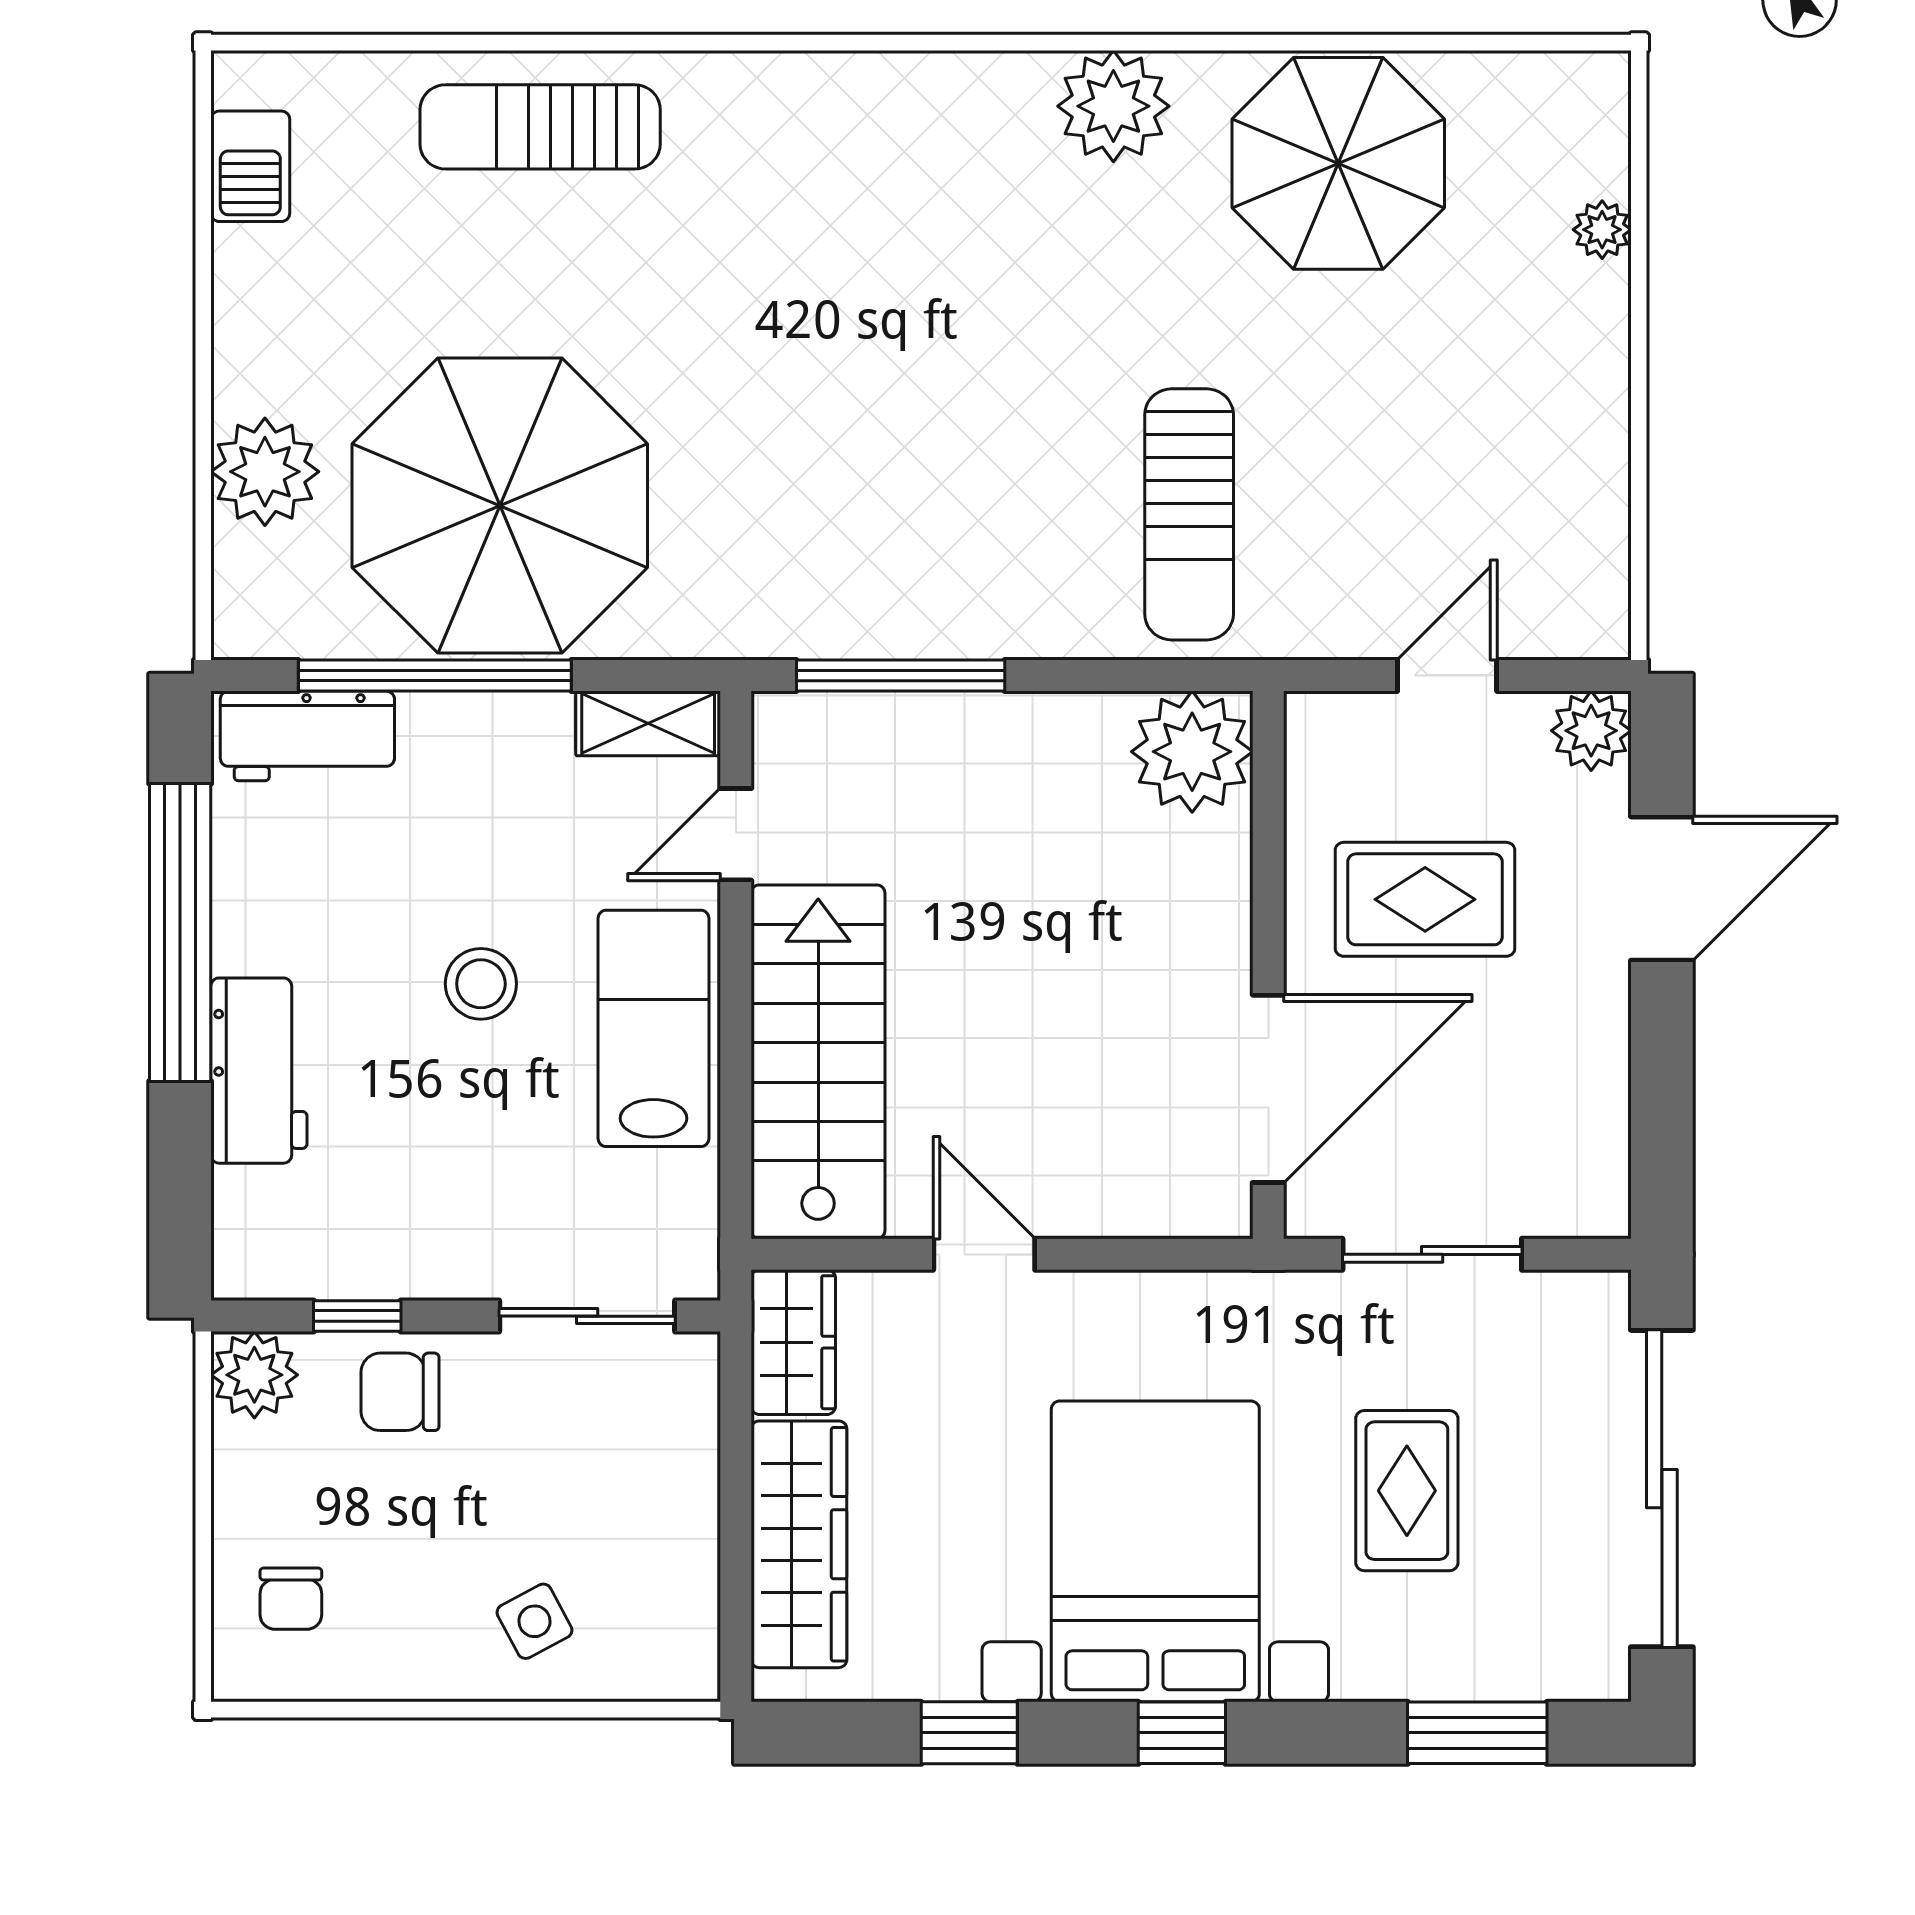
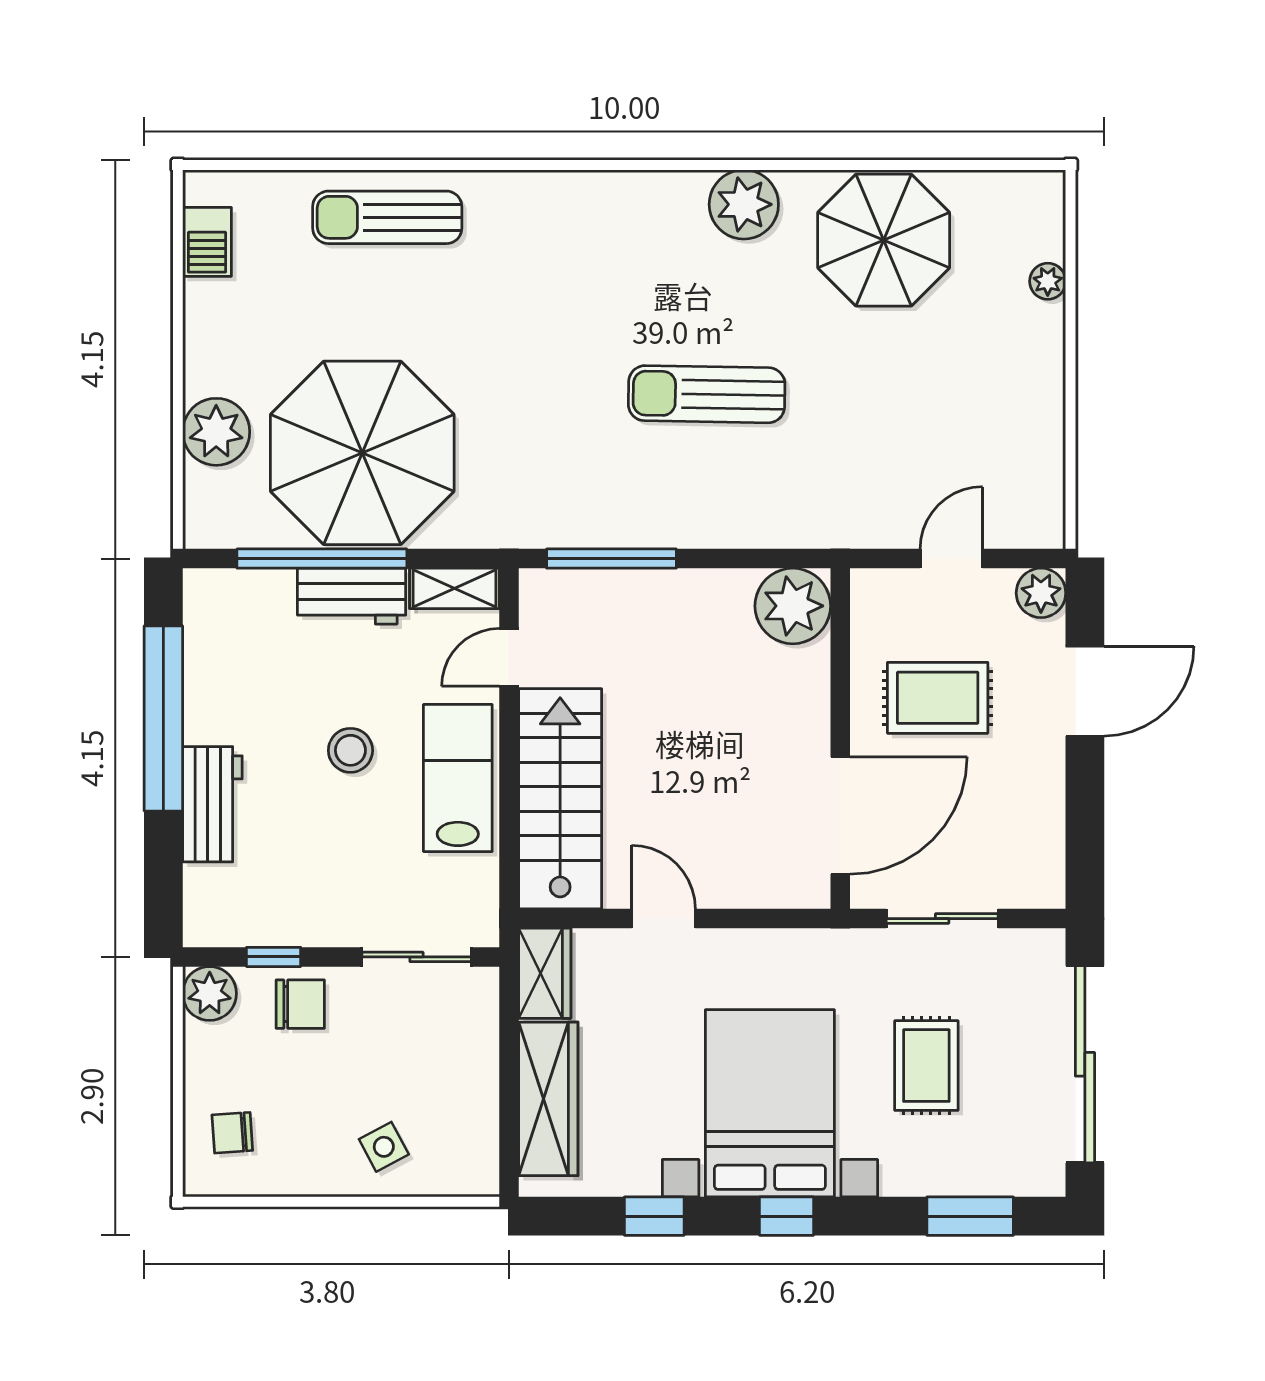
sun lounger: (1189, 514) -> (707, 394), moved, turned 91
workbench: (307, 736) -> (352, 596), moved
chair: (400, 1392) -> (300, 1004), turned 180
chair: (291, 1599) -> (232, 1133), turned 86

